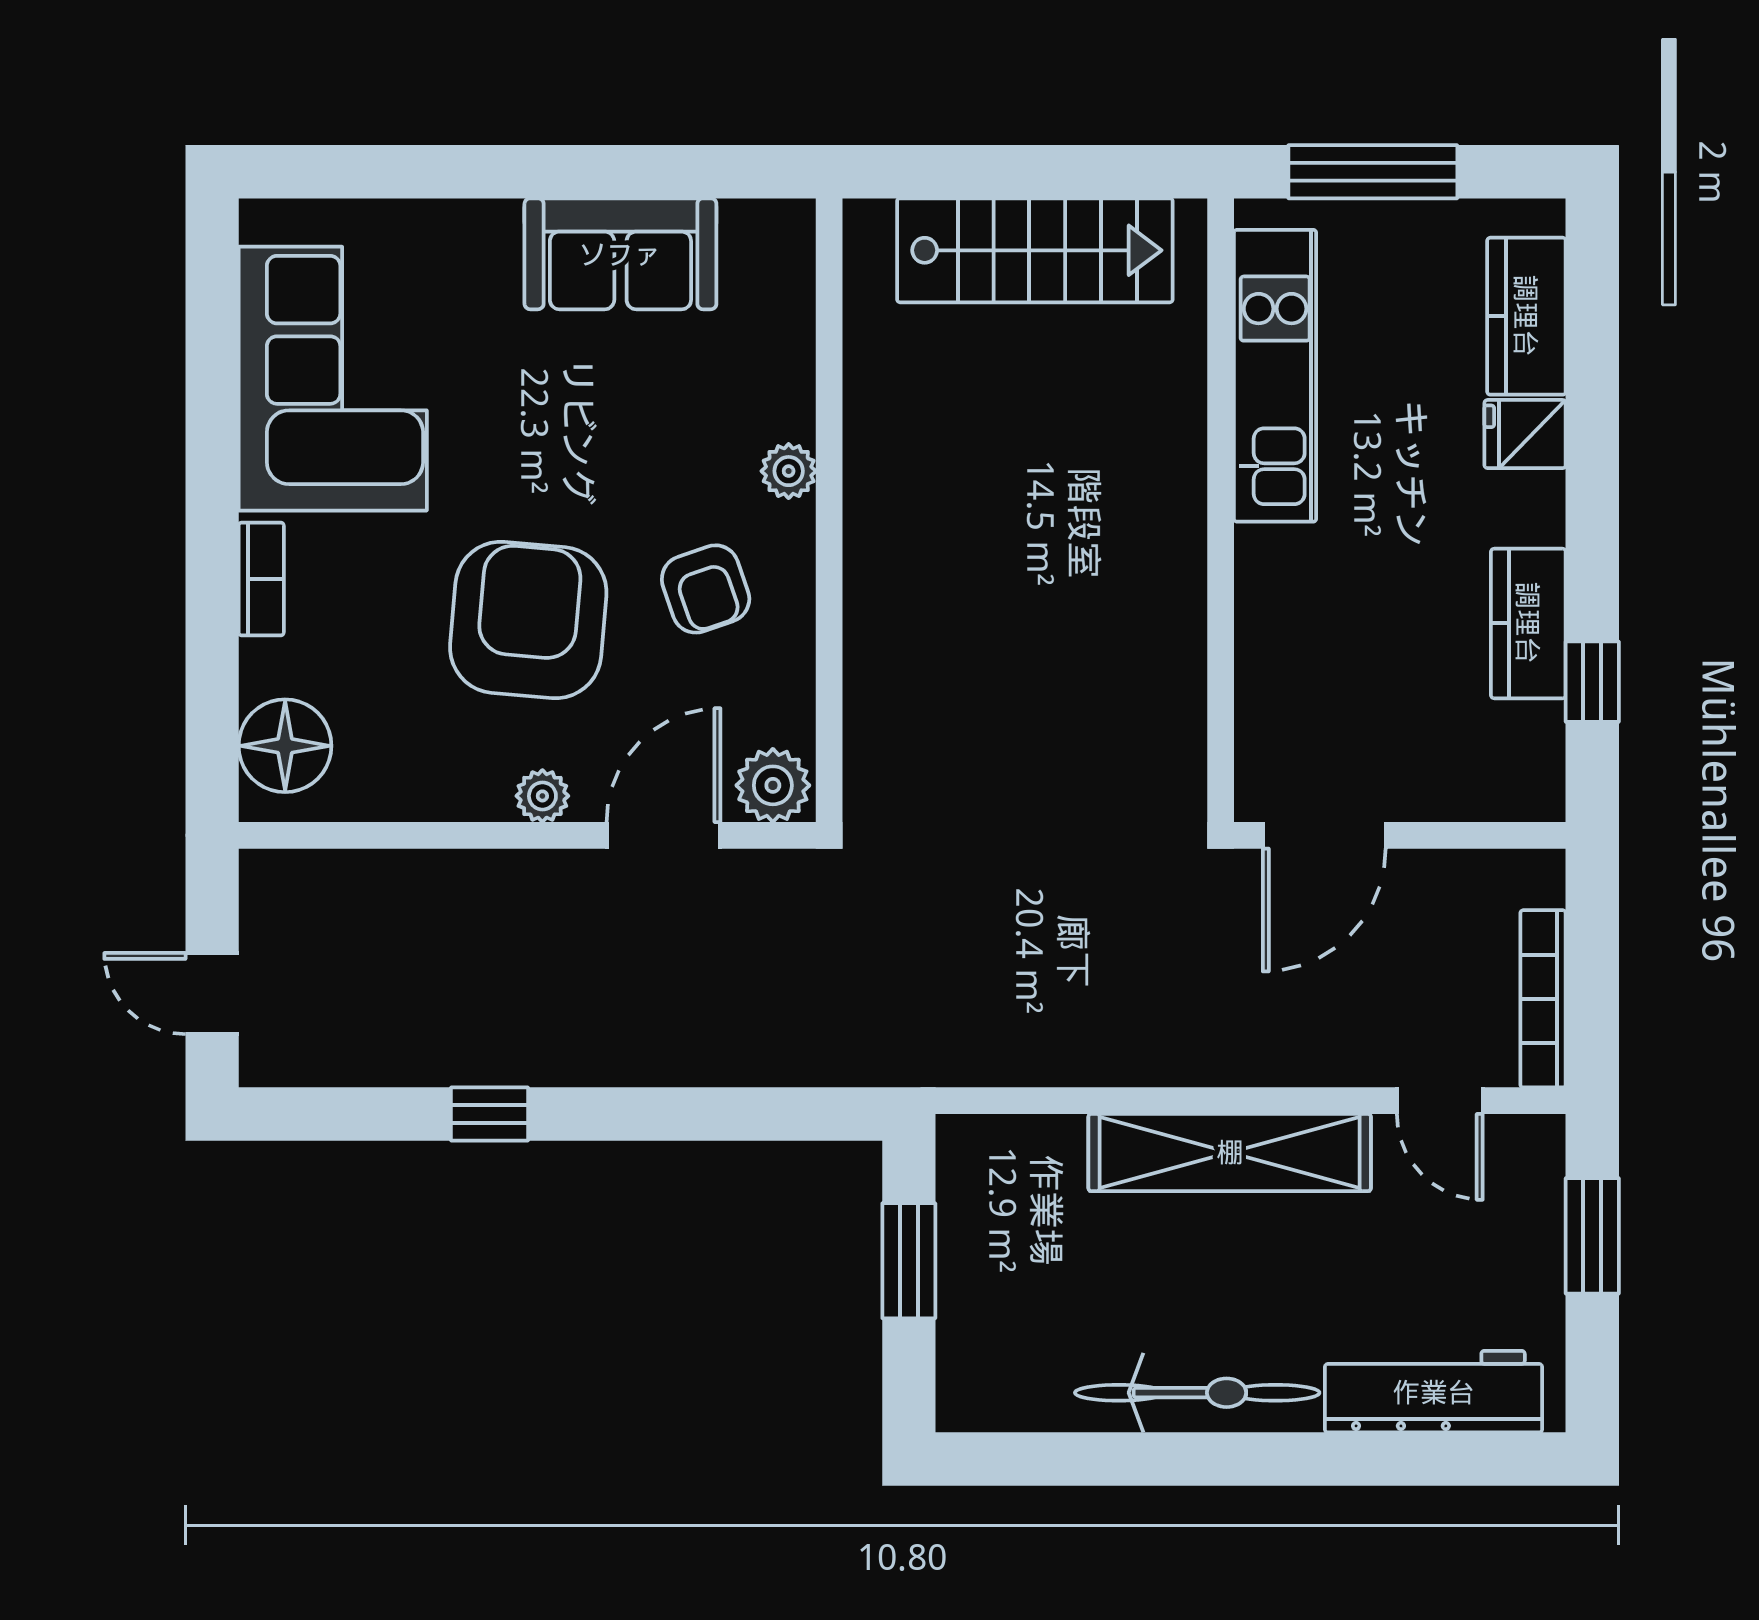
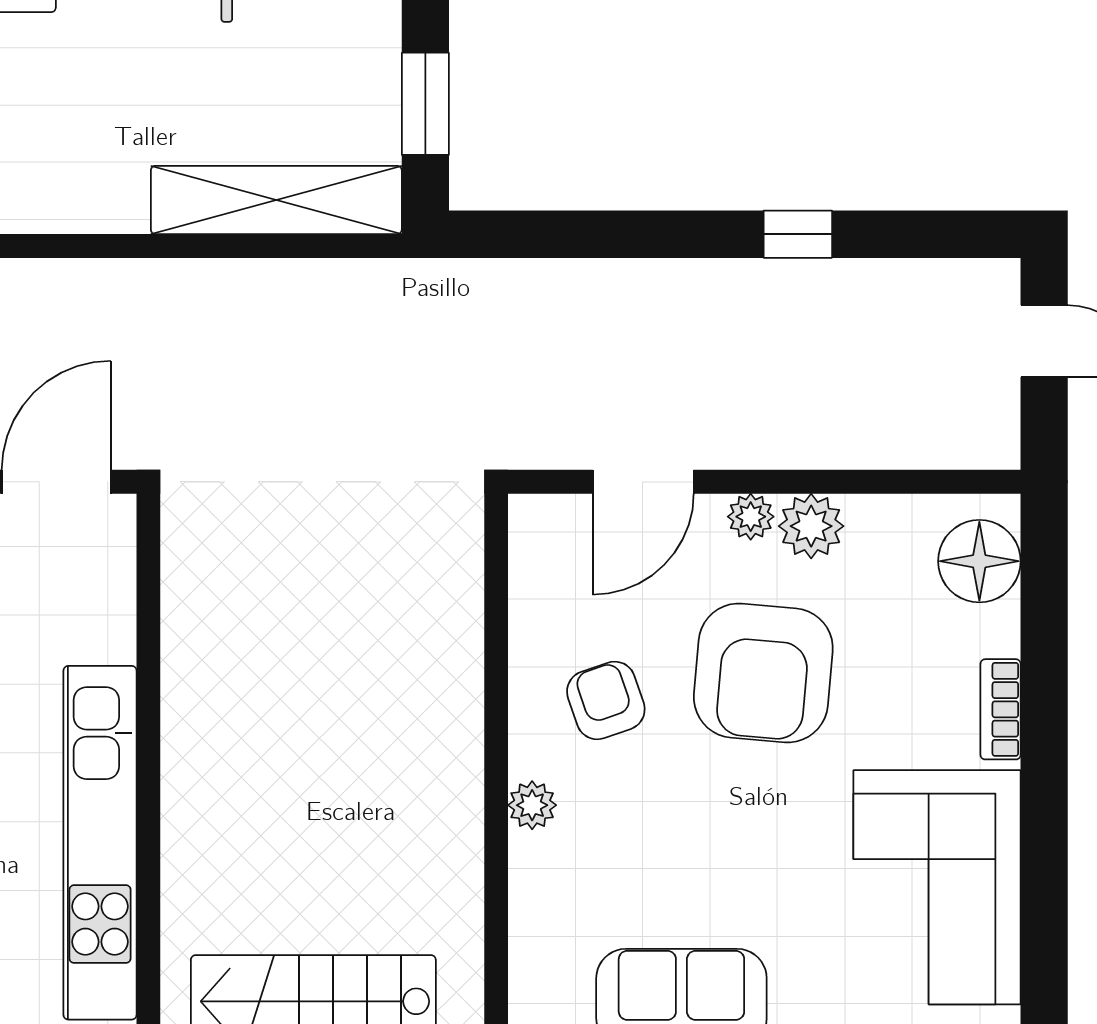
kitchen unit: (1275, 376) -> (100, 843), width x1.36
plant: (773, 785) -> (811, 526), moved
shelving: (1230, 1152) -> (276, 200), moved

